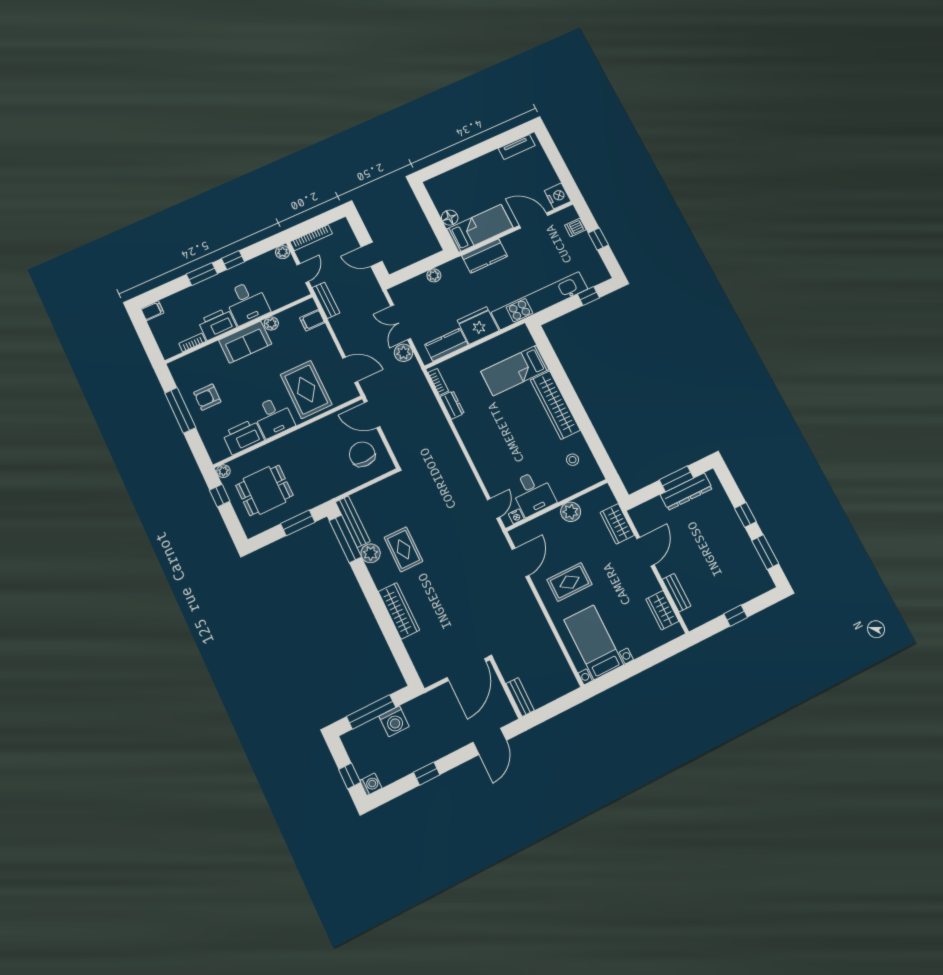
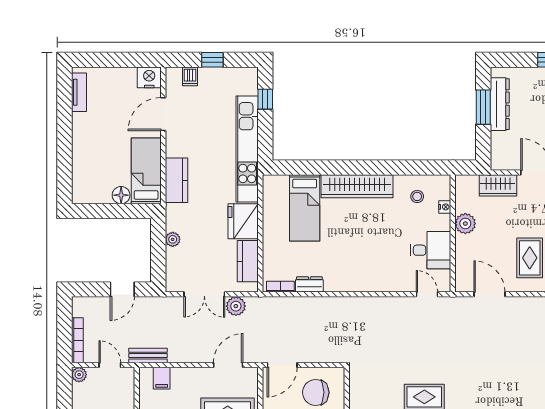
nightstand: (516, 516) -> (445, 207), moved

